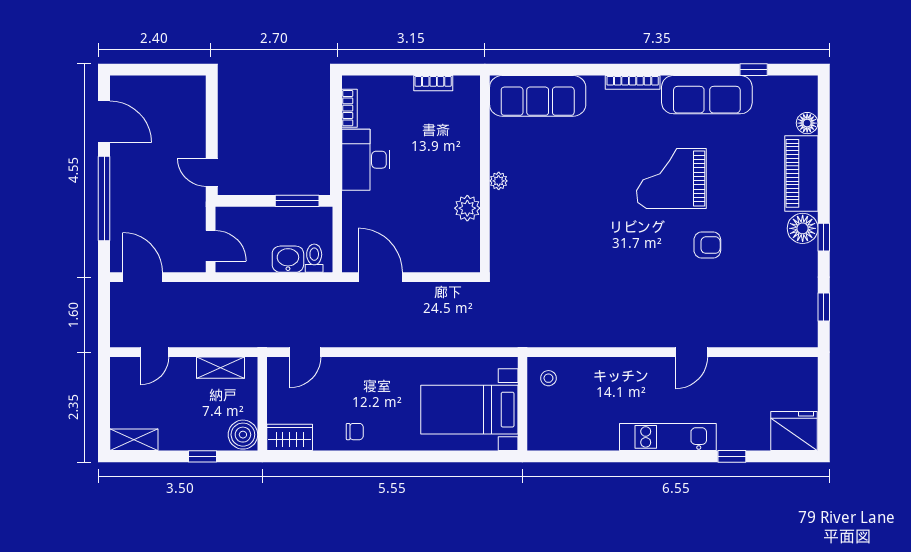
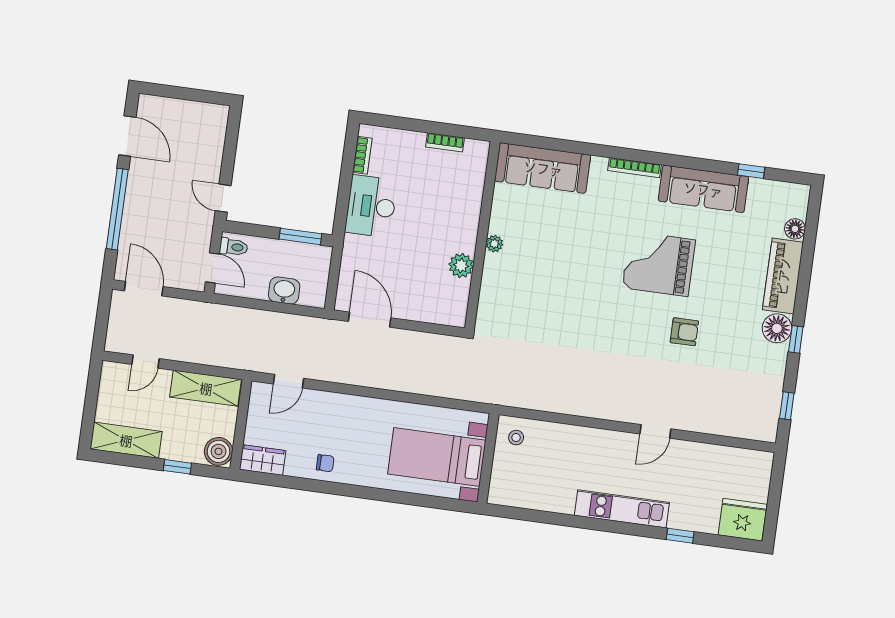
toilet: (314, 258) -> (234, 247), moved, turned 90
shelving: (221, 368) -> (206, 388), width x1.50, depth x1.33
shelving: (134, 440) -> (126, 440), width x1.50, depth x1.33

